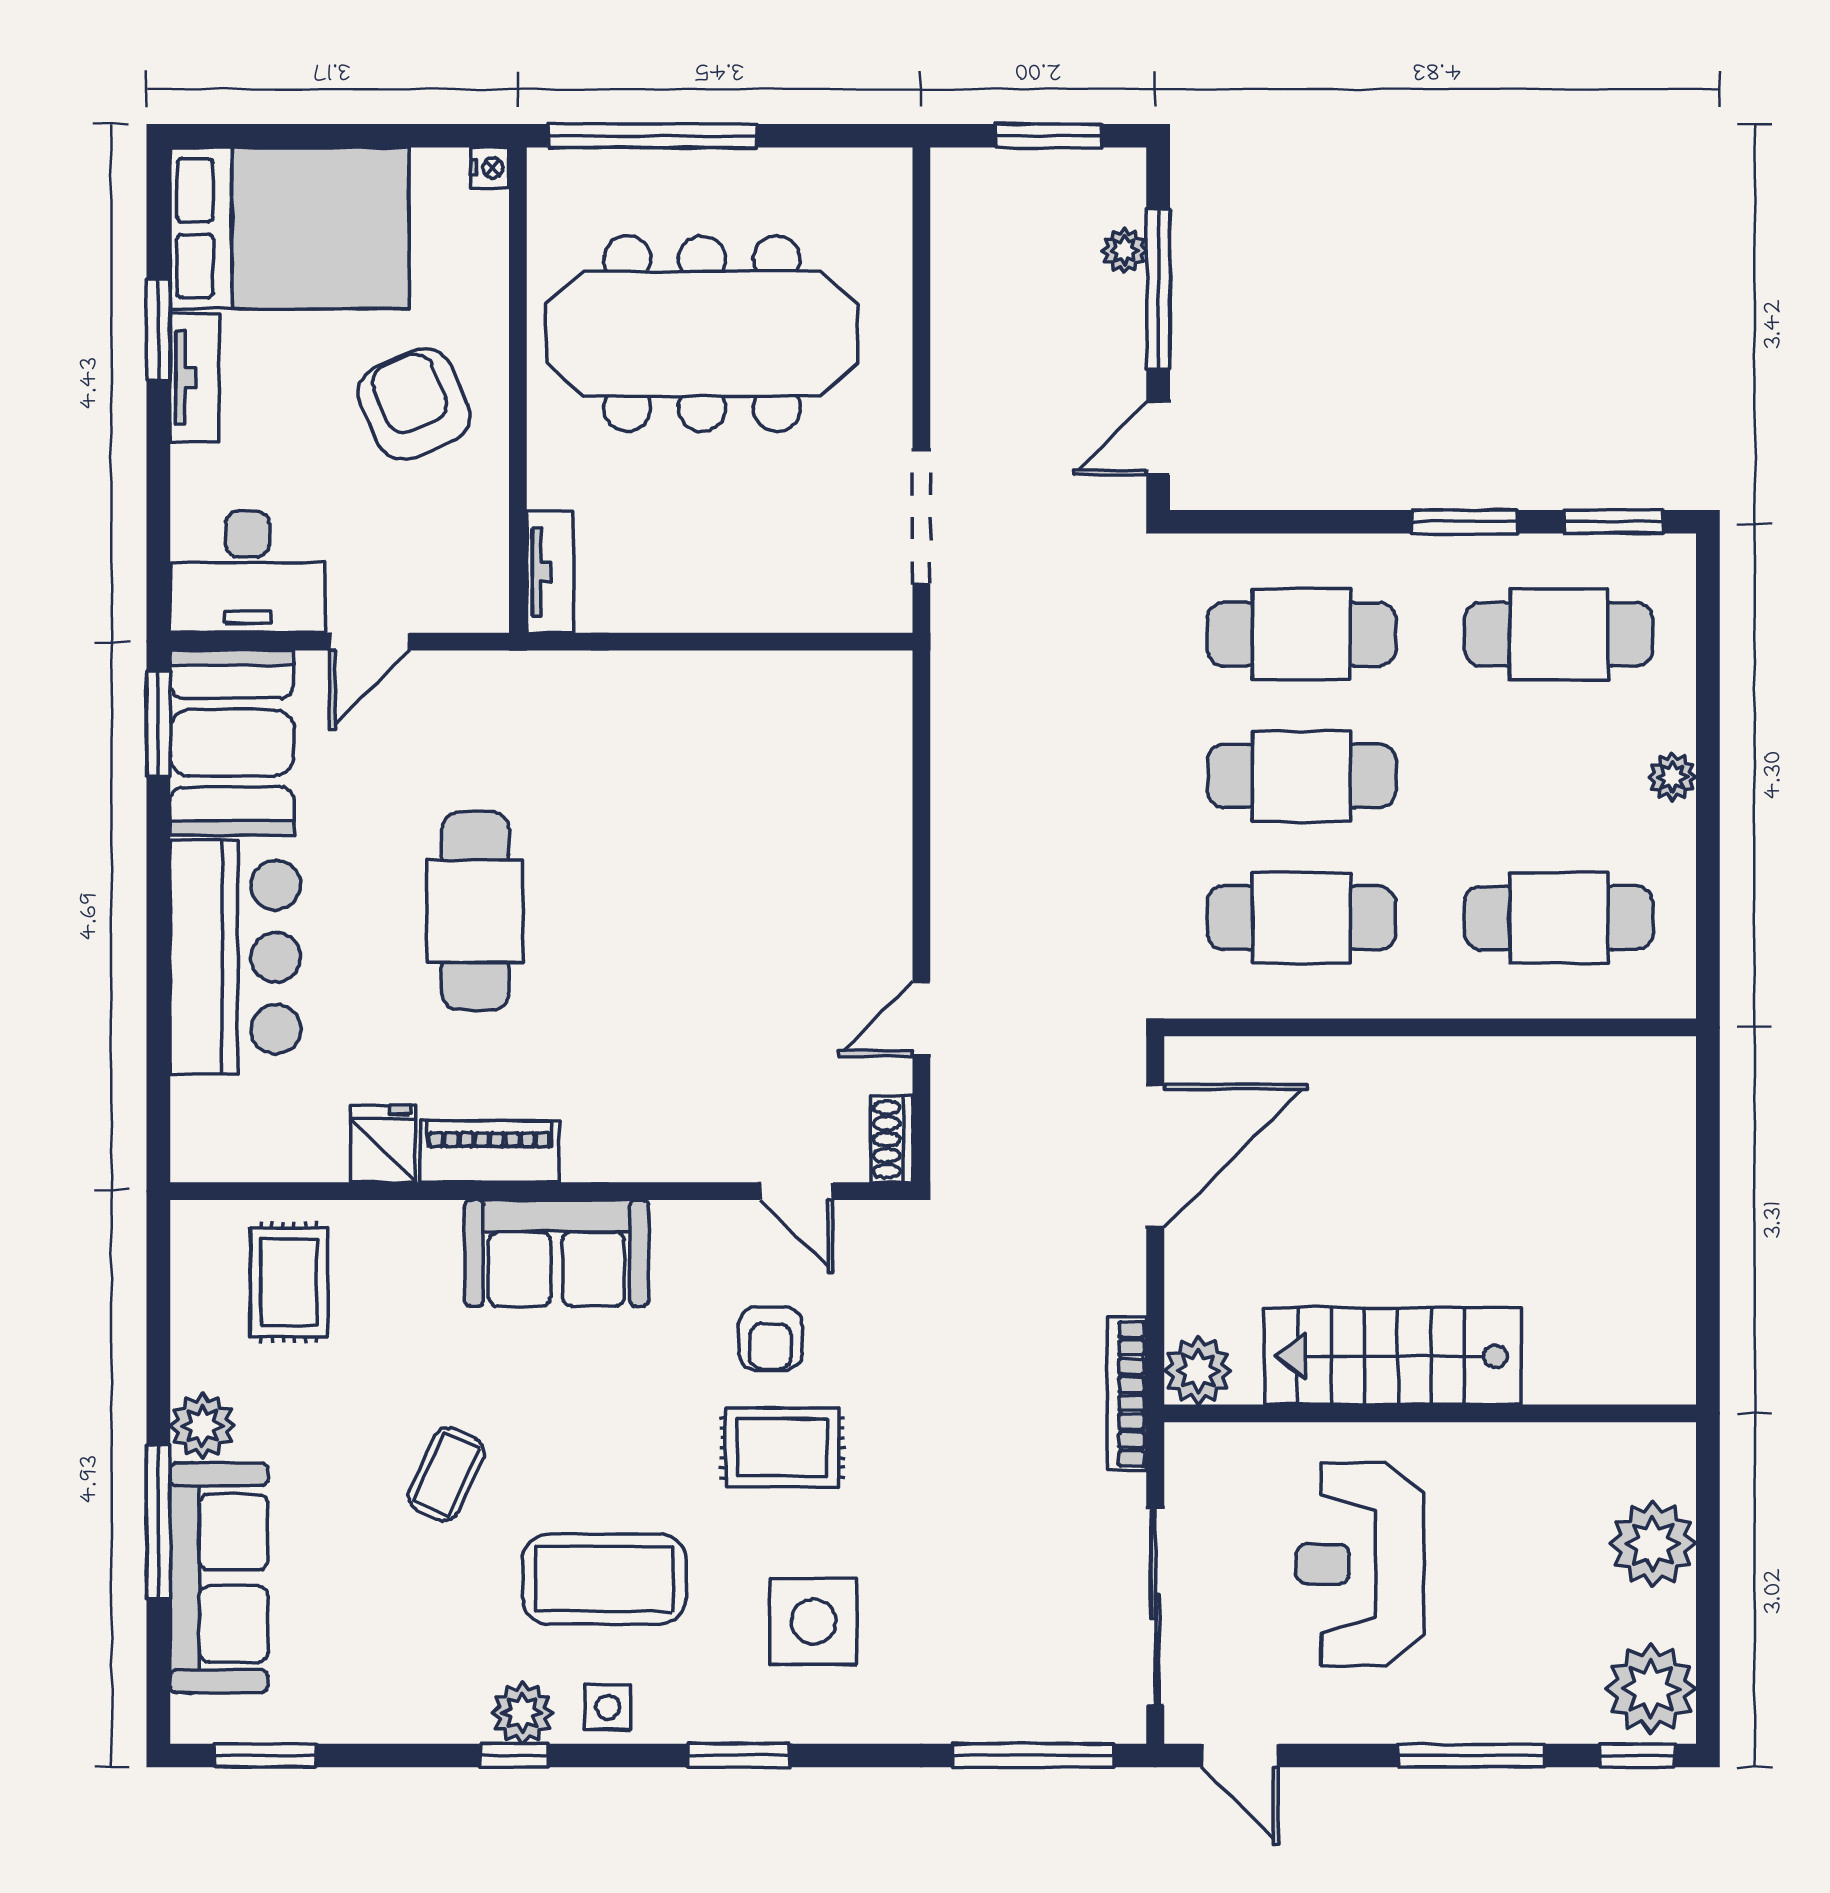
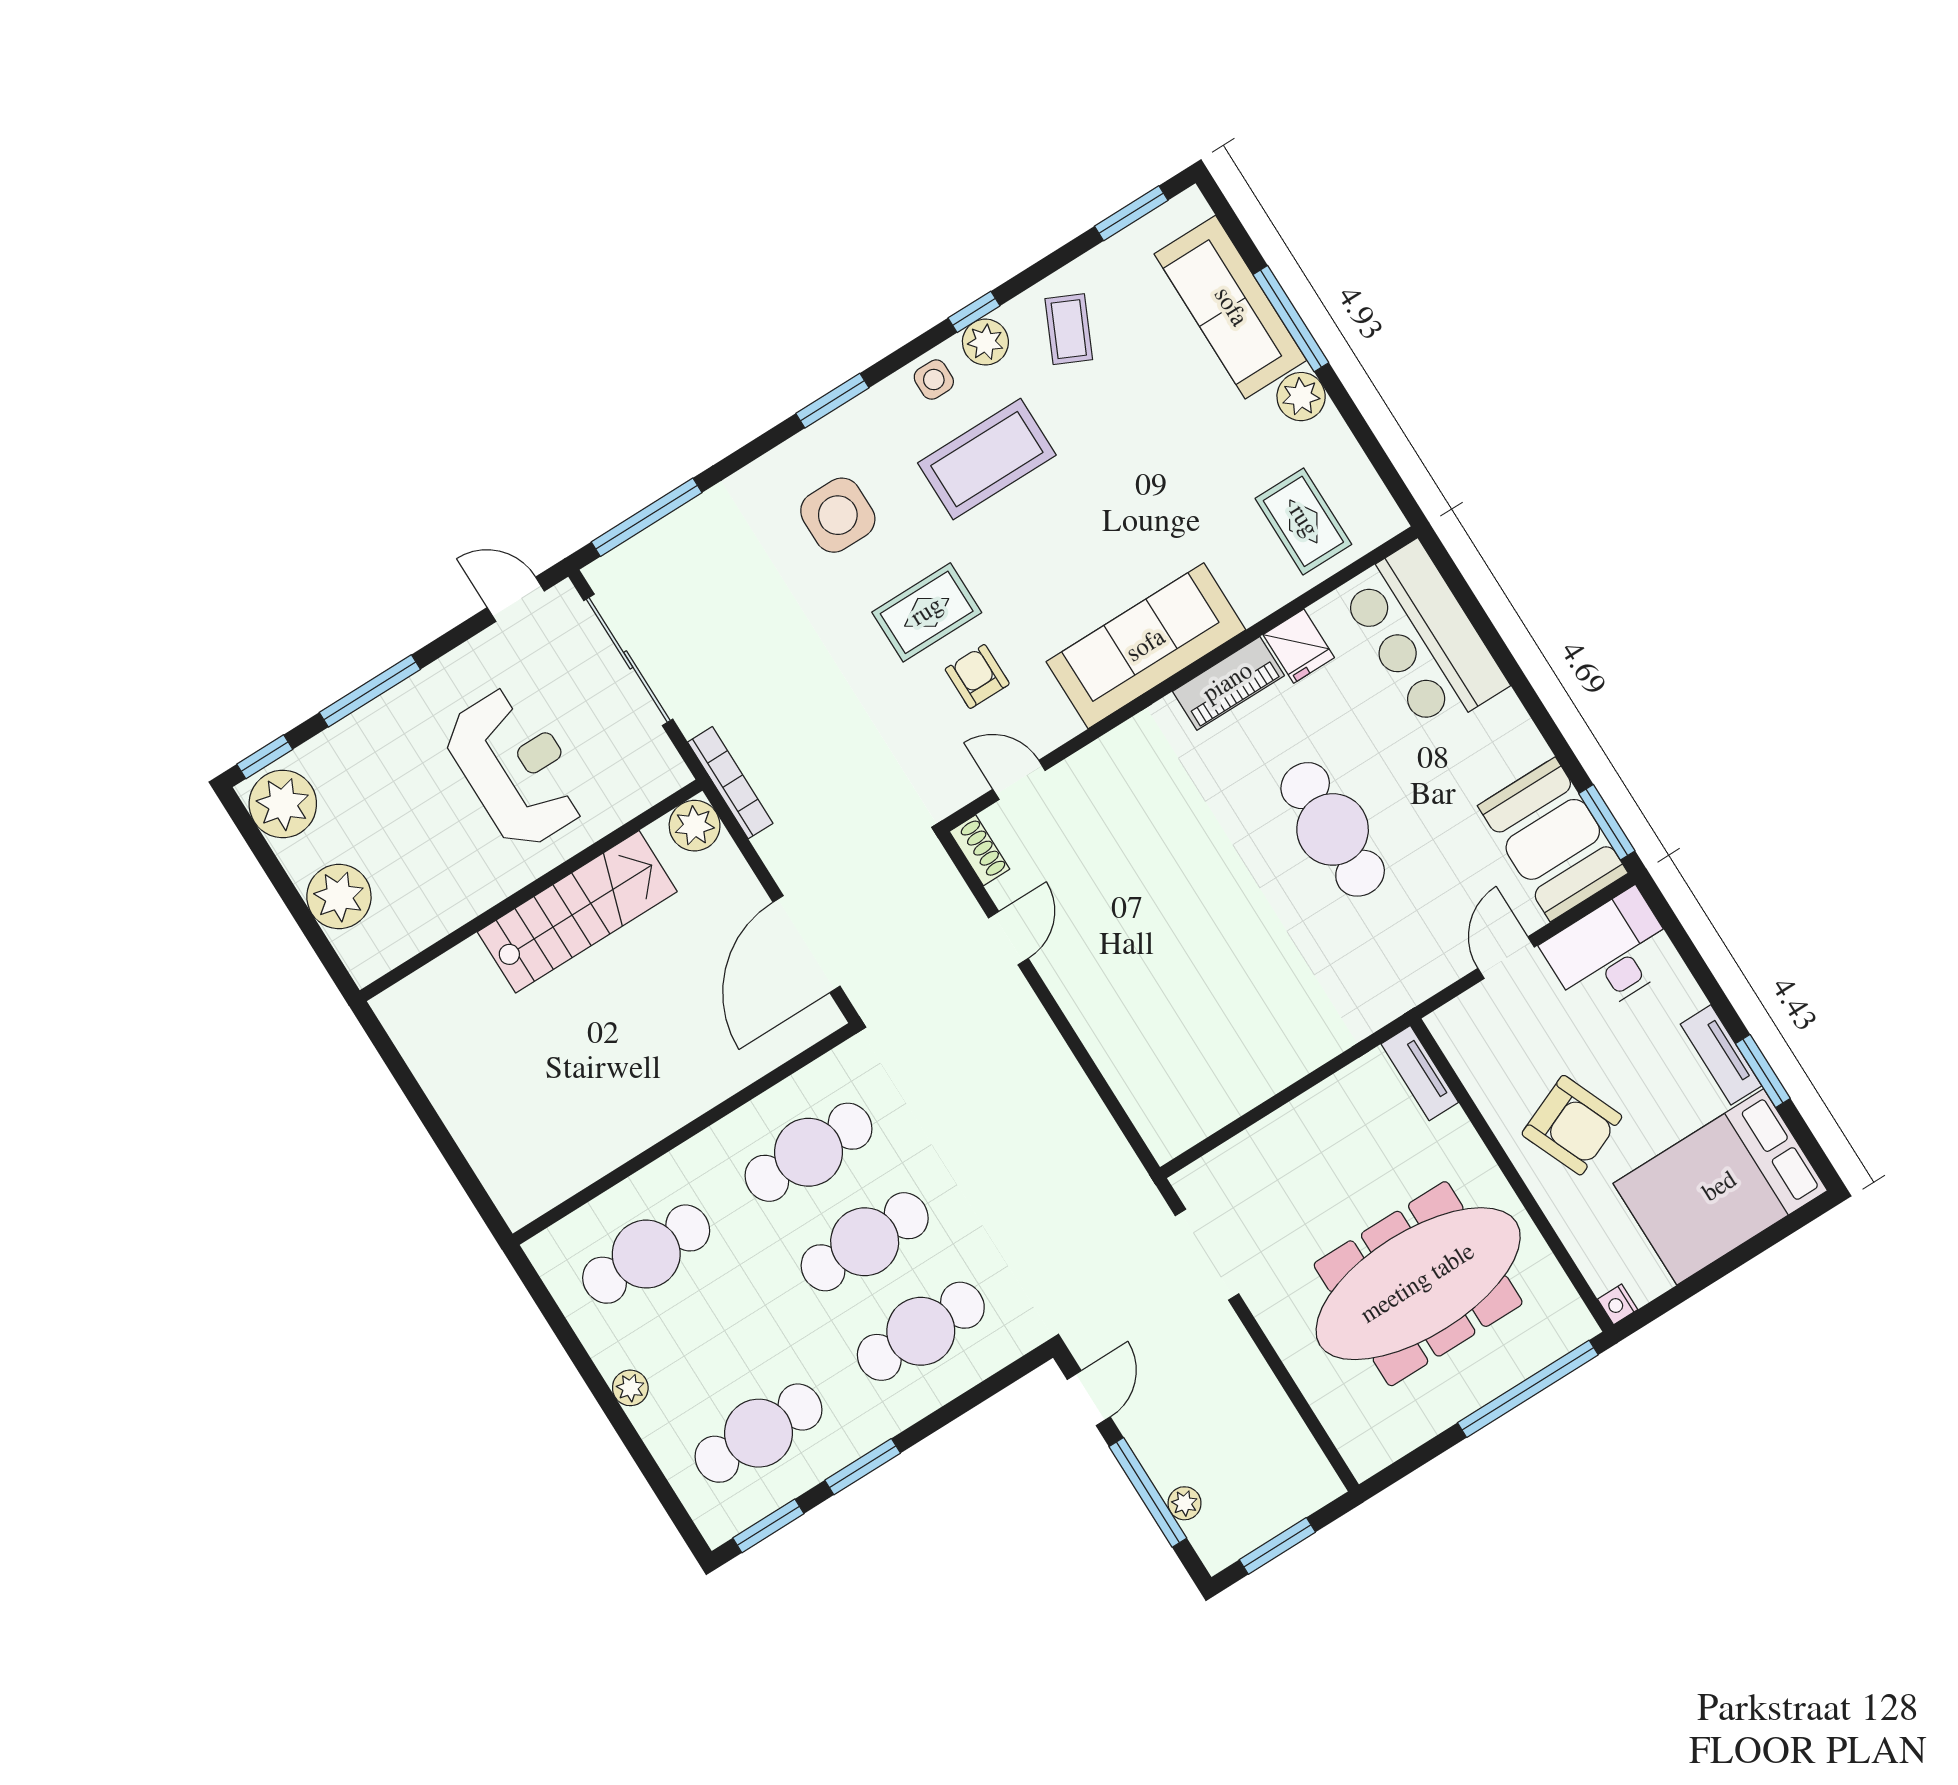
bar counter: (235, 957) -> (1423, 637), moved
sofa: (557, 1253) -> (1146, 646), width x1.36
coffee table: (446, 1474) -> (1069, 329), moved

